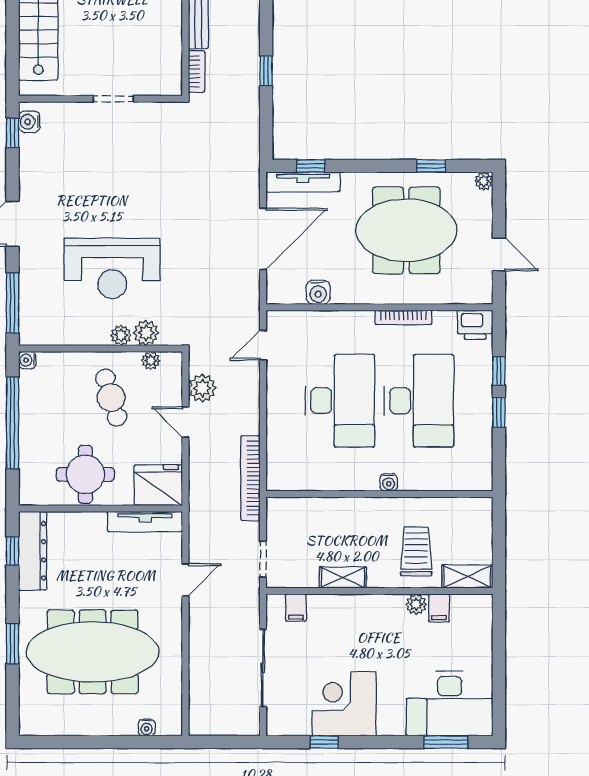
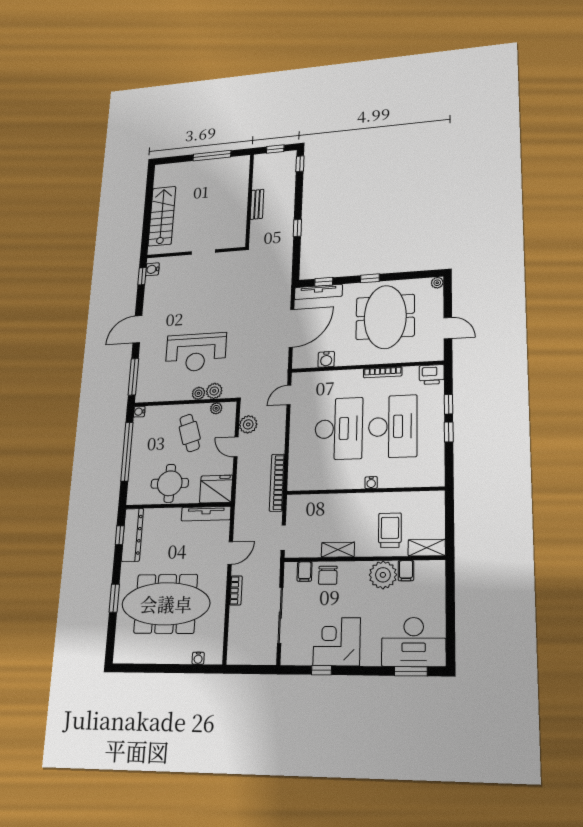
bookcase: (197, 71) -> (236, 590), moved
window: (431, 166) -> (370, 278), moved
meeting table: (406, 230) -> (385, 317), turned 90
plant: (416, 604) -> (383, 575), width x1.87, depth x1.87
chair: (329, 613) -> (328, 575), added

